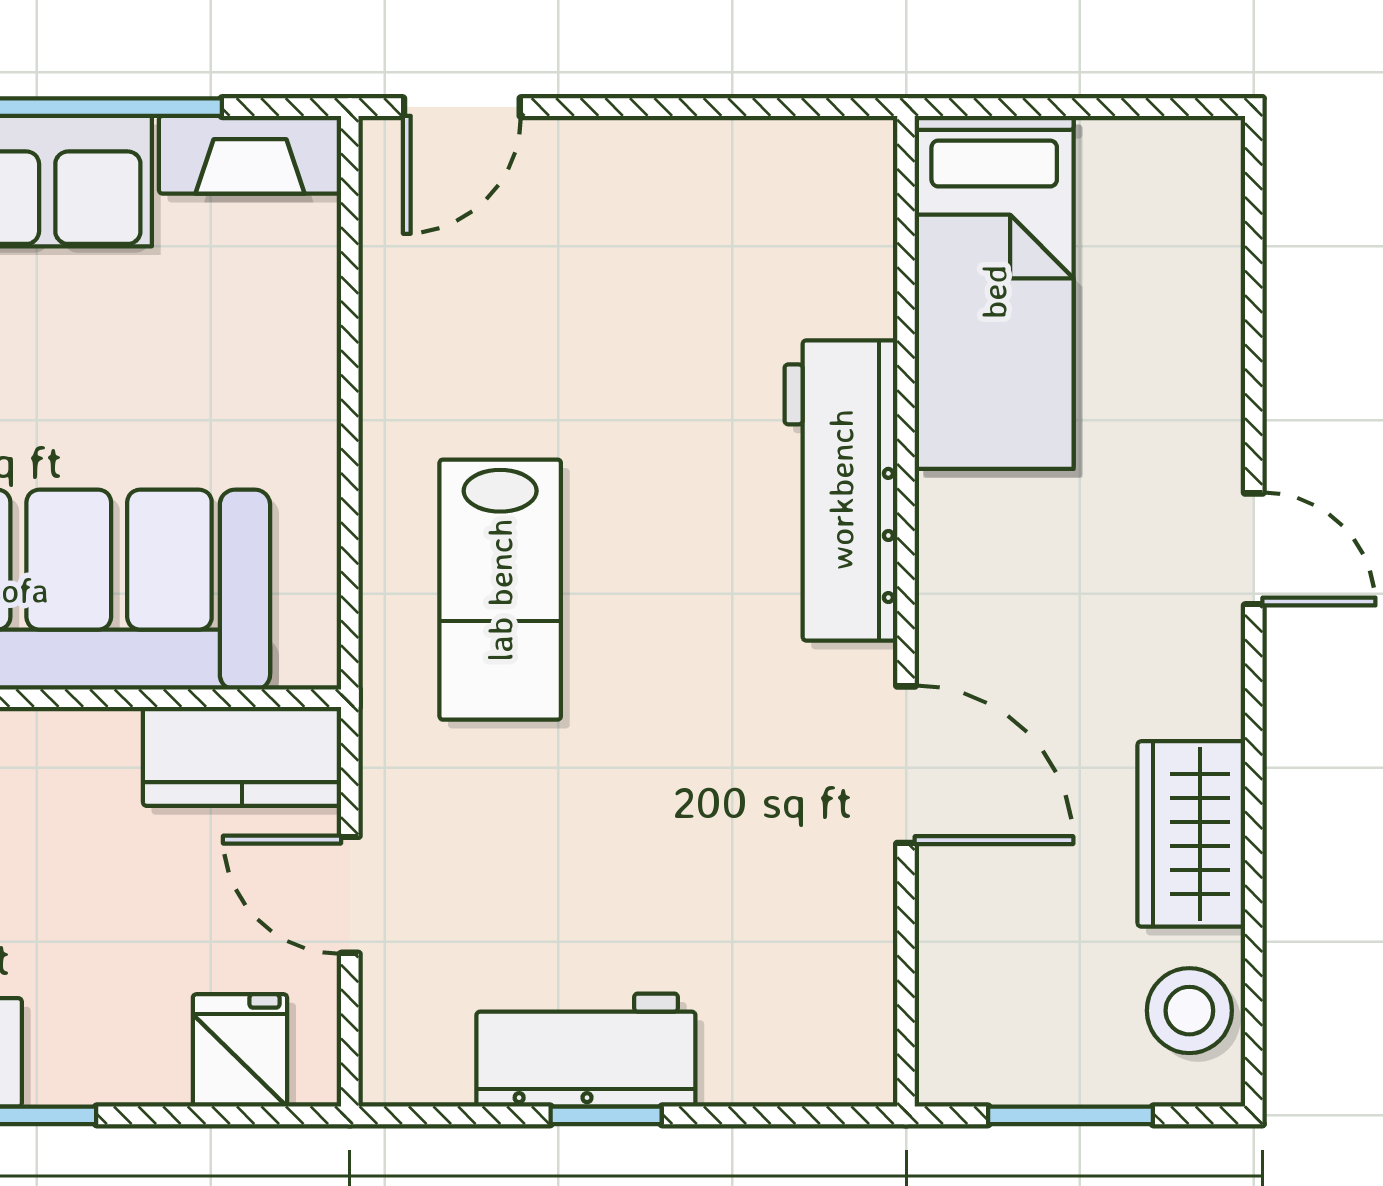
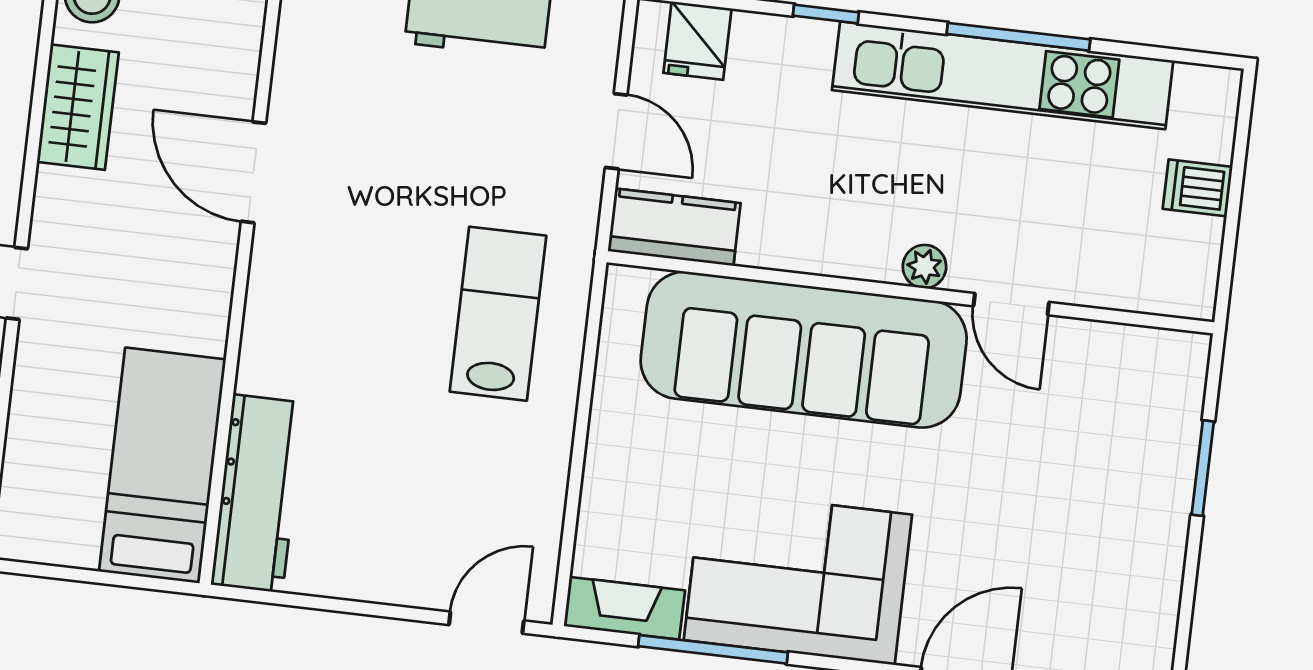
workbench: (841, 490) -> (258, 494), moved

